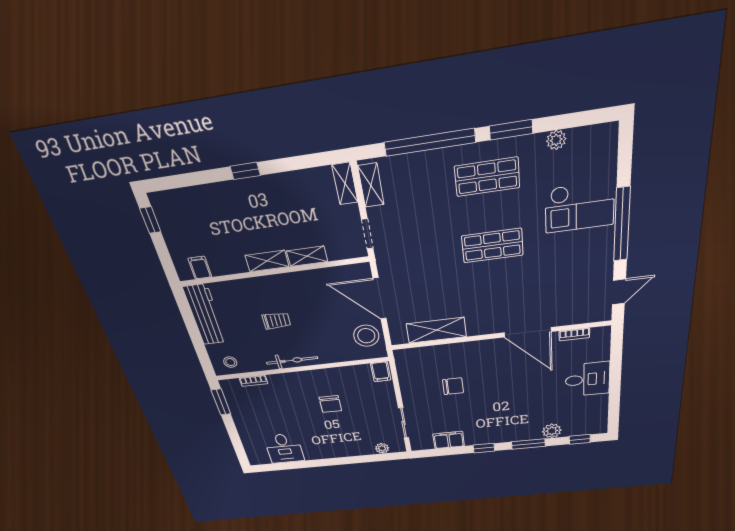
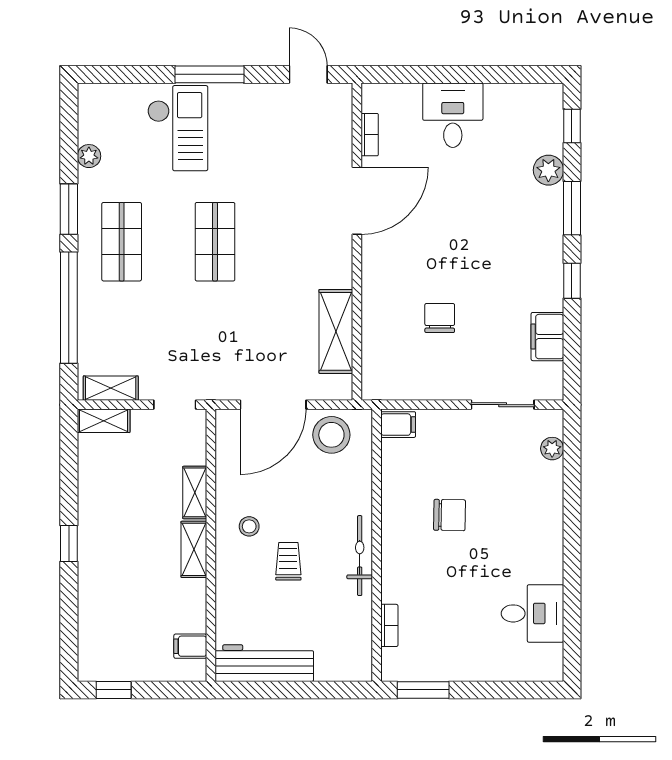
window: (622, 225) -> (210, 74), width x0.68
stool: (230, 362) -> (249, 526), moved

